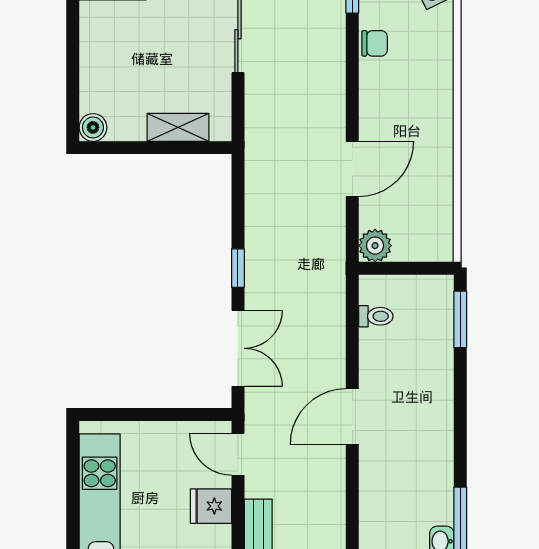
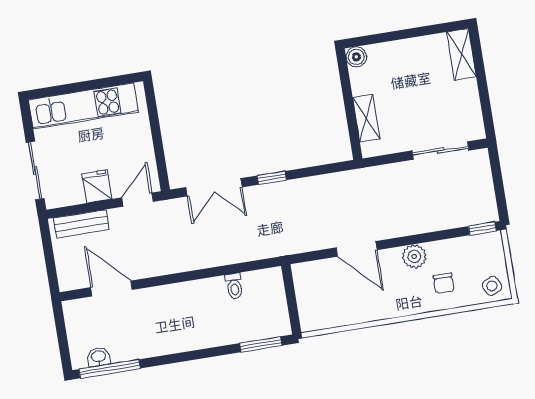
chair: (375, 43) -> (444, 283), moved
plant: (375, 246) -> (414, 256), moved
toilet: (376, 316) -> (234, 286), moved
door: (352, 417) -> (112, 289), moved

